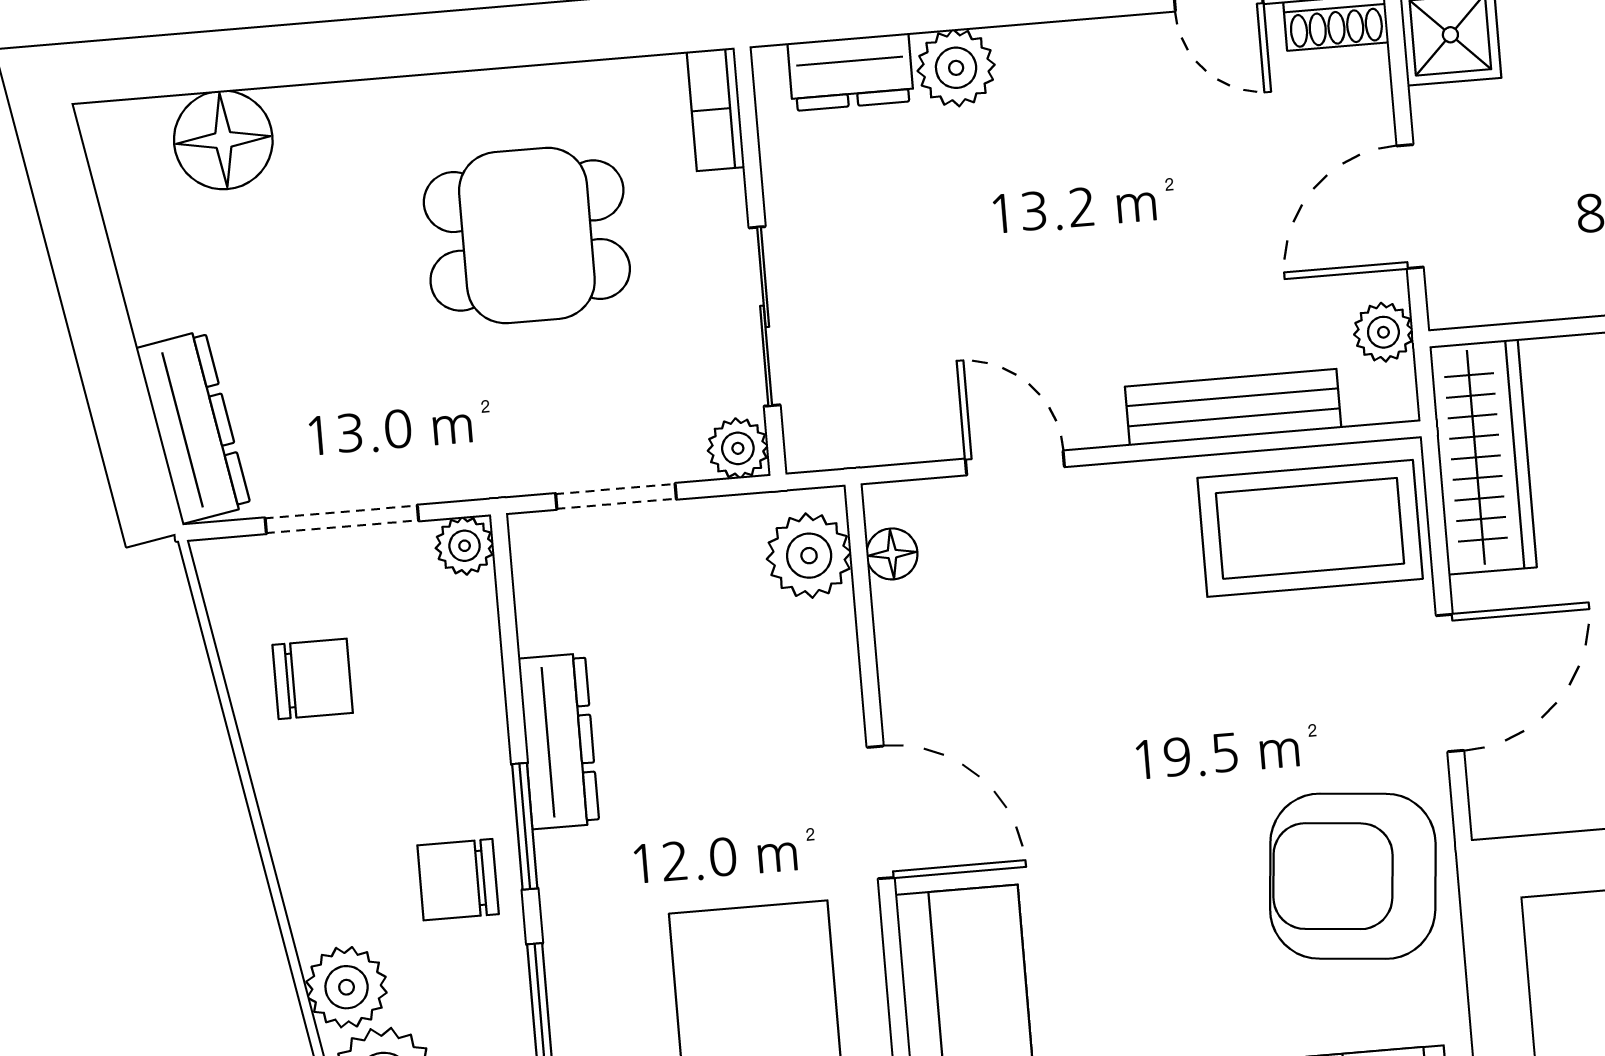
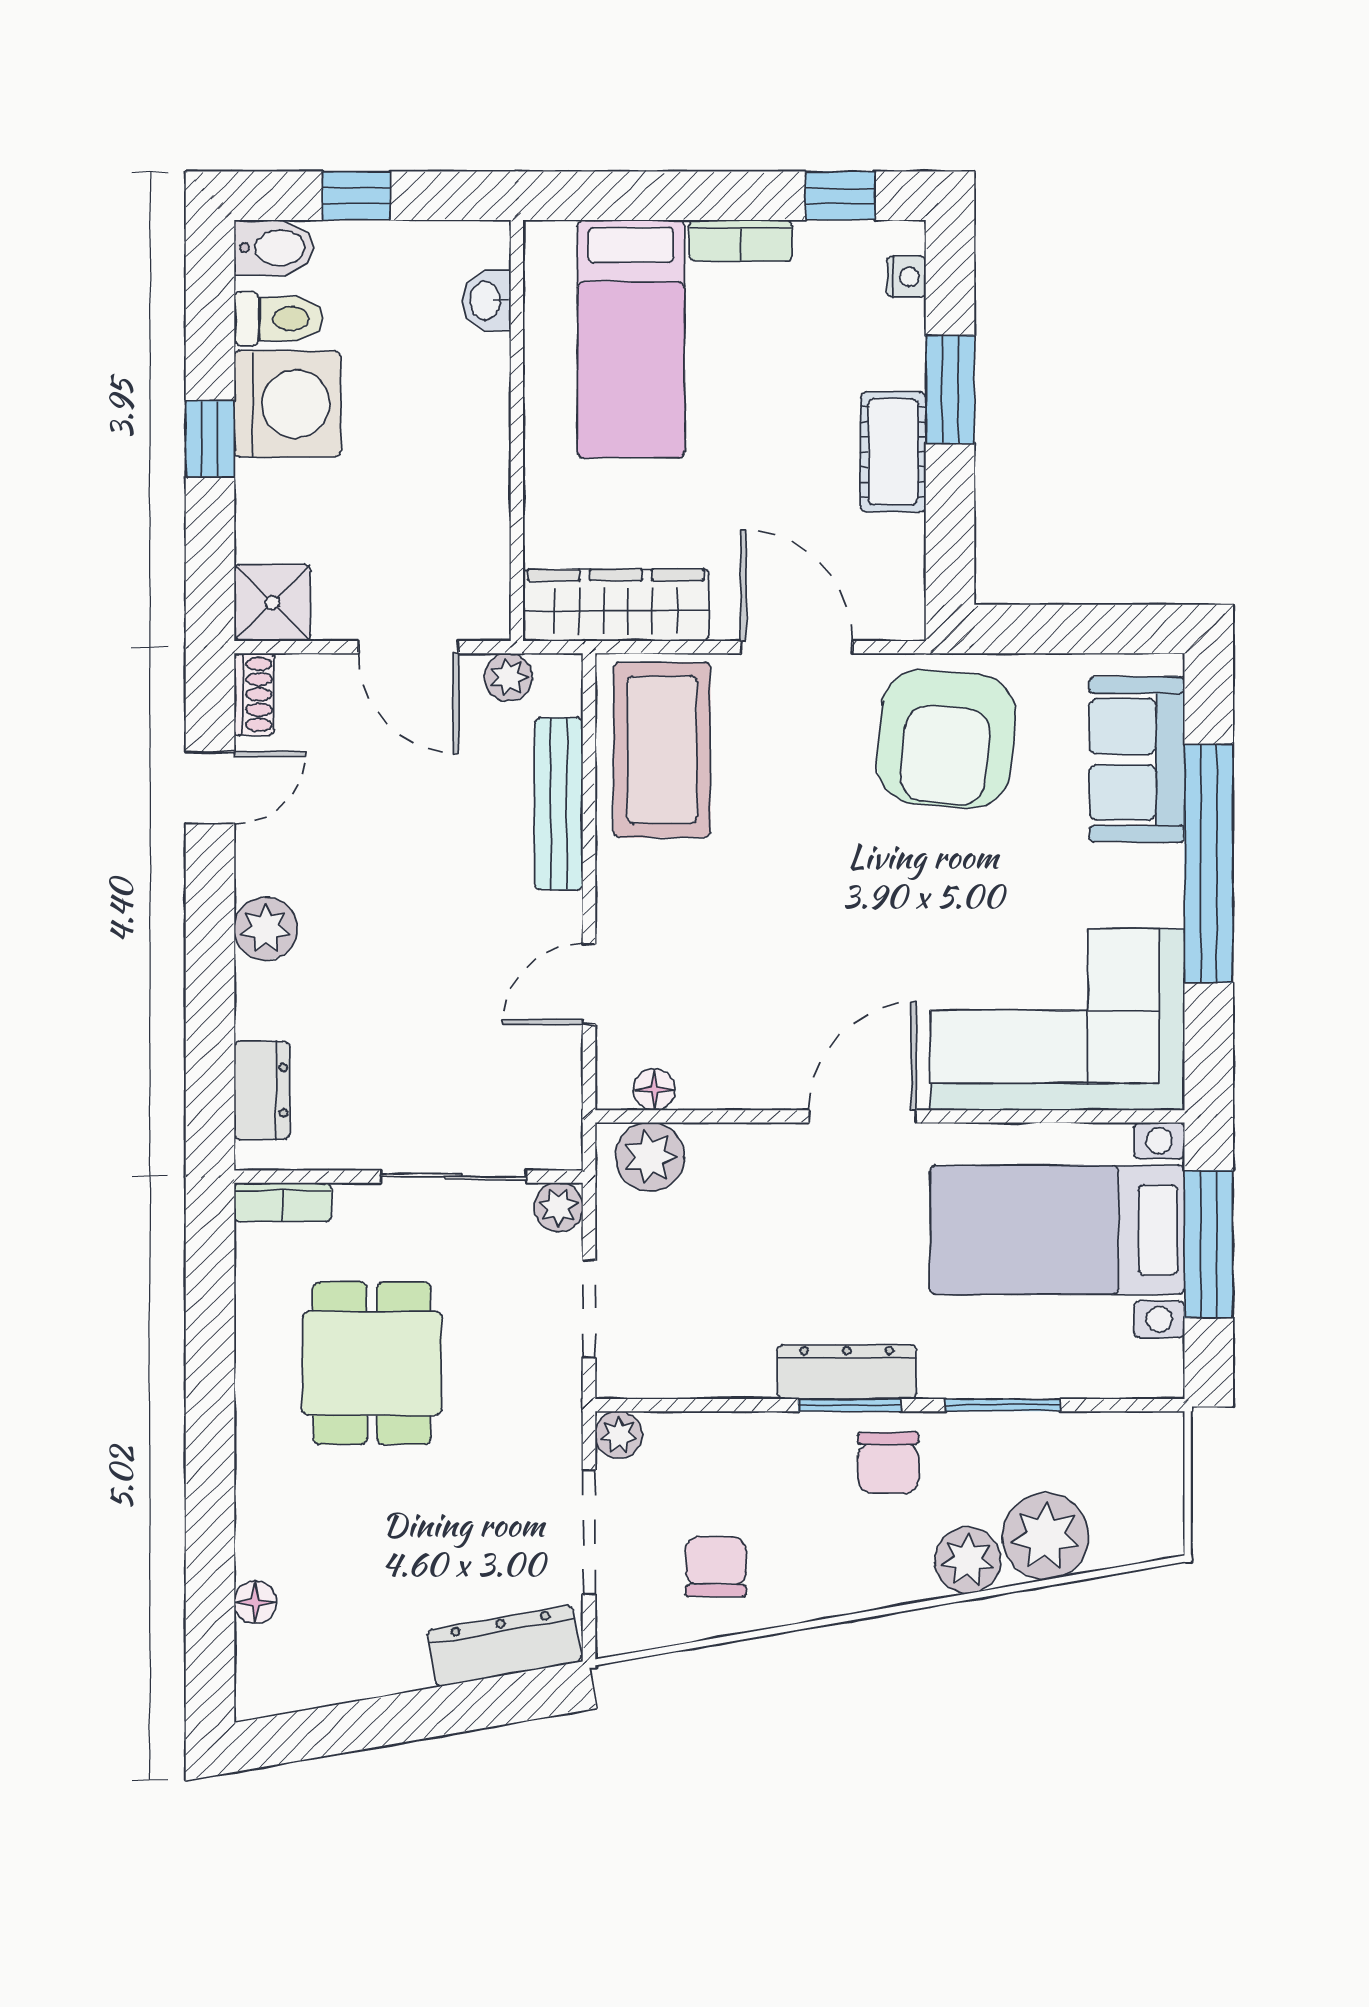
plant: (956, 68) -> (265, 929), moved
floor lamp: (223, 140) -> (255, 1602), width x0.53, depth x0.53
dresser: (559, 741) -> (847, 1372), moved

